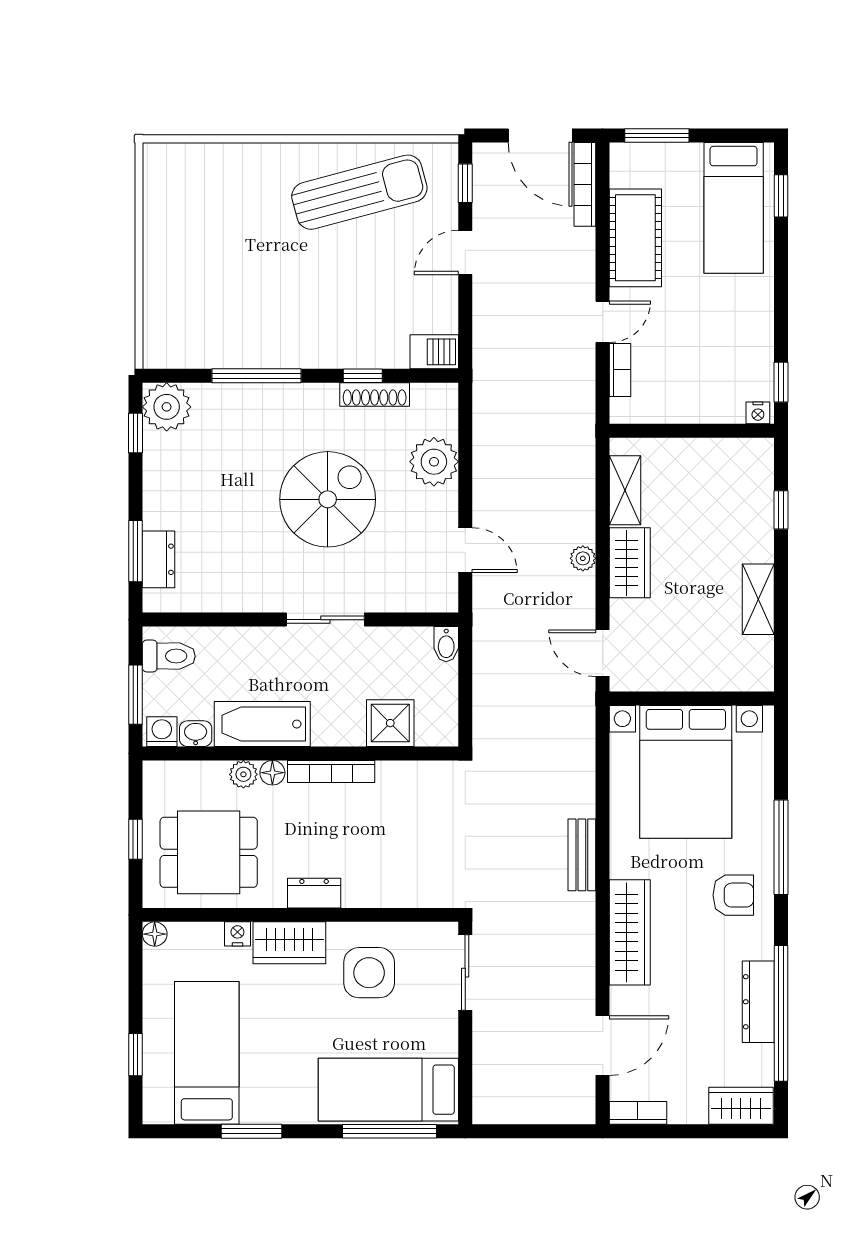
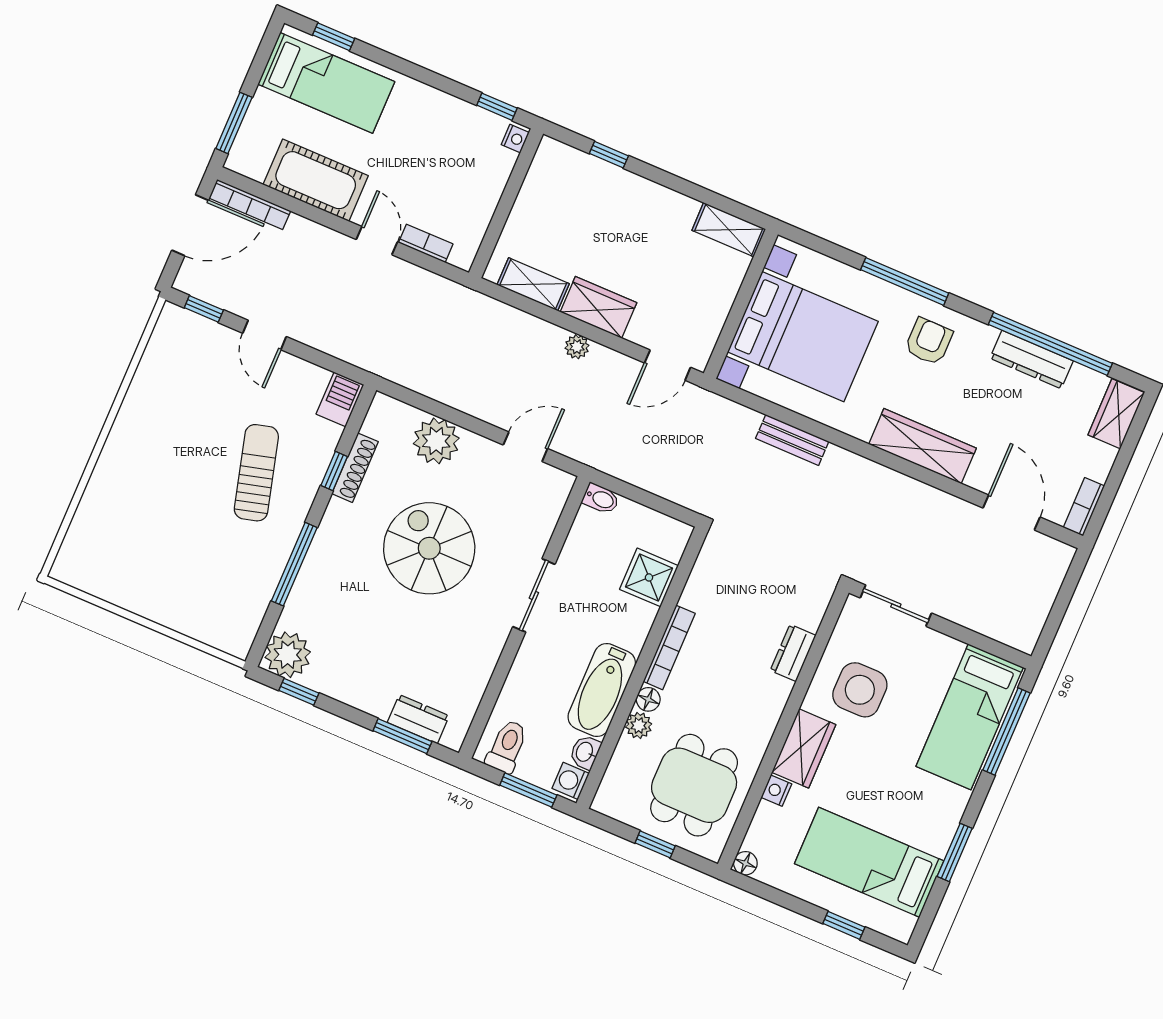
sun lounger: (359, 192) -> (256, 473), moved, width x0.73, depth x0.75
shelving: (758, 599) -> (729, 230), moved
bench: (582, 855) -> (792, 440), moved
dresser: (314, 893) -> (793, 653), moved

